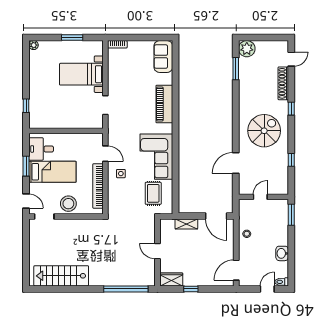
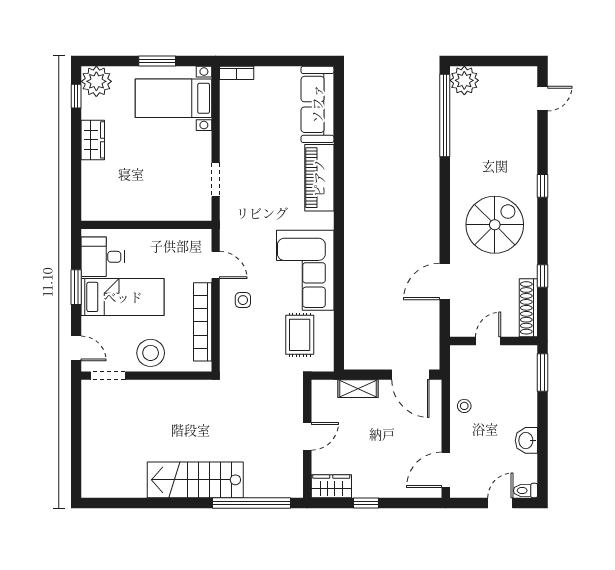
plant: (34, 45) -> (96, 81), width x1.88, depth x1.88
sofa: (163, 57) -> (317, 104), width x1.36
window: (236, 69) -> (445, 116), width x2.11
bed with nightstands: (81, 74) -> (173, 98), moved
wardrobe: (36, 83) -> (93, 140), added
shoe rack: (283, 83) -> (528, 308), moved
window: (26, 106) -> (76, 96), moved
door: (158, 251) -> (307, 436), swing flipped
stairs: (61, 276) -> (195, 480), moved

